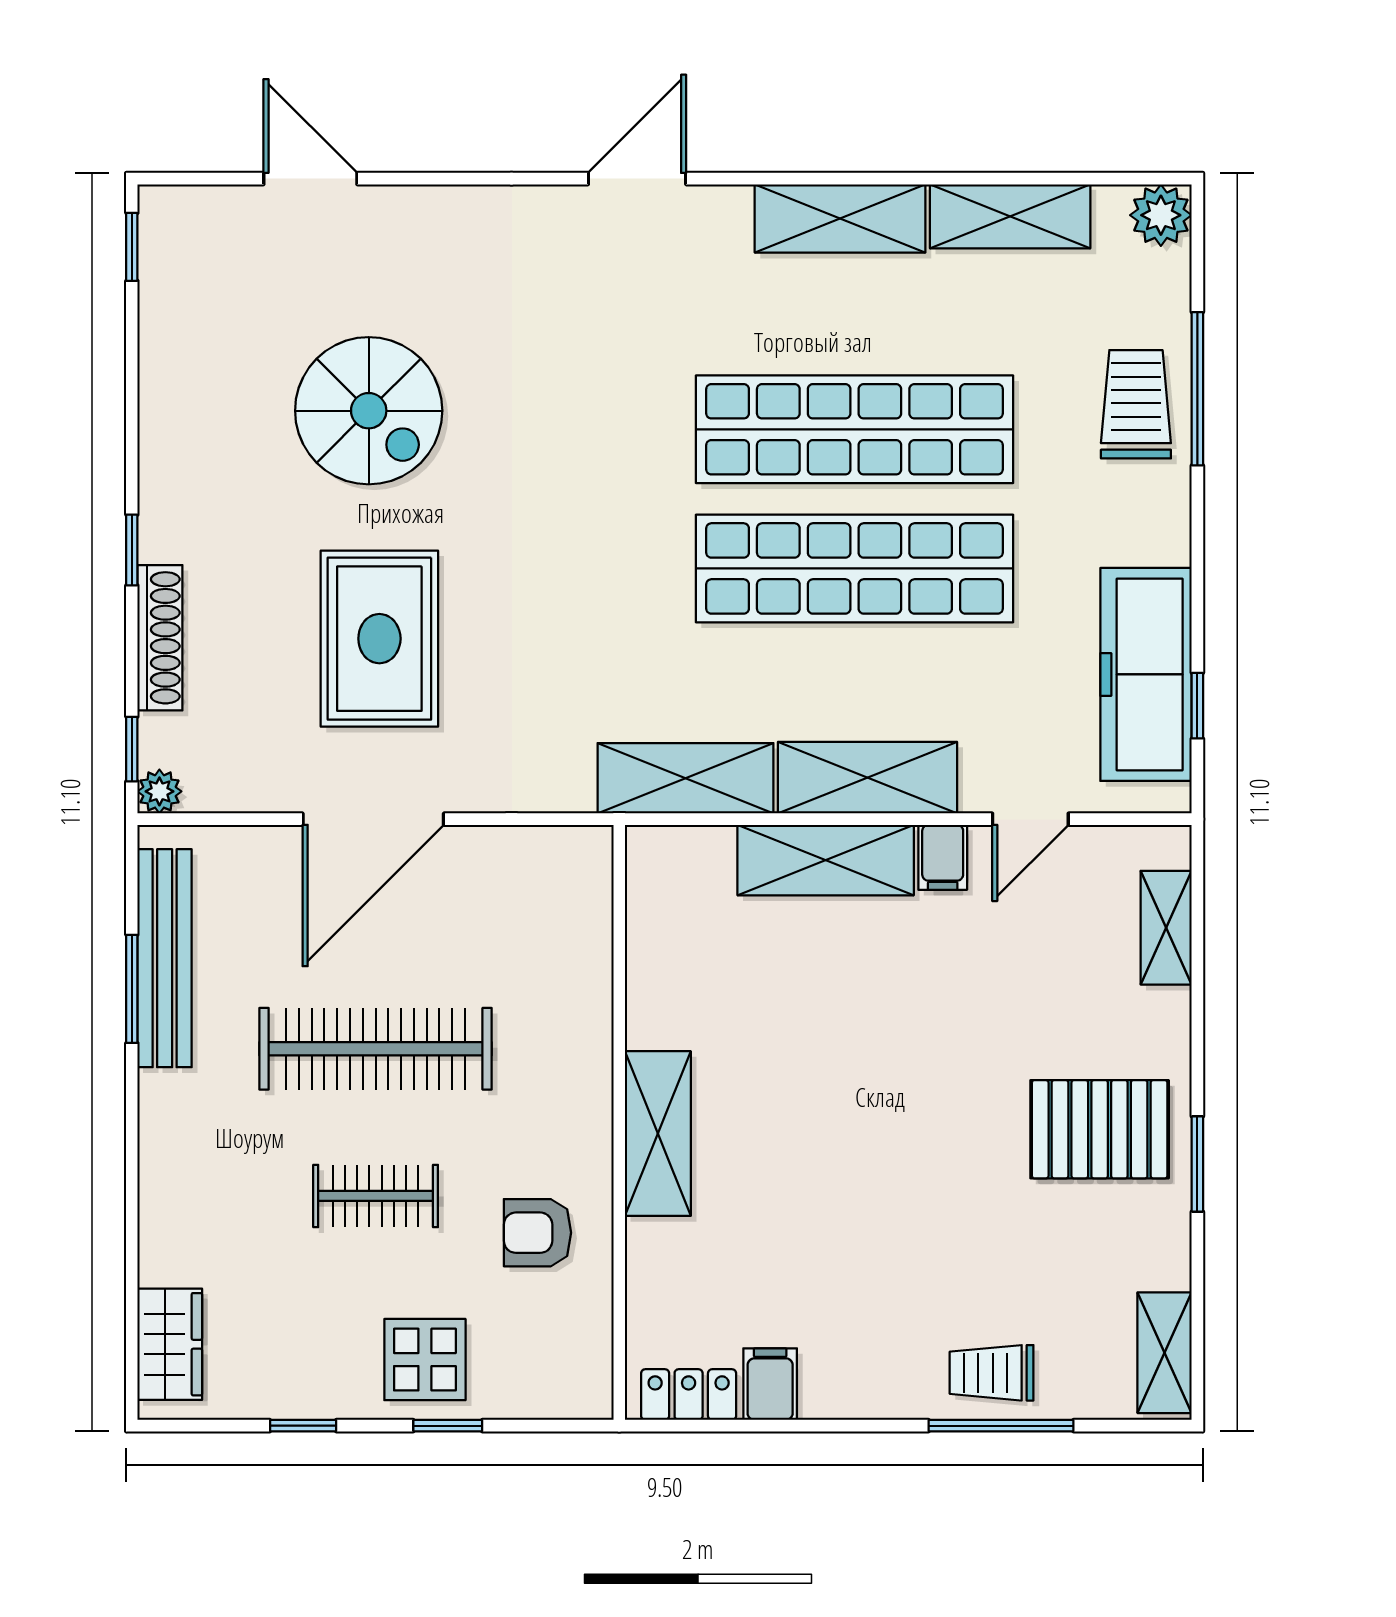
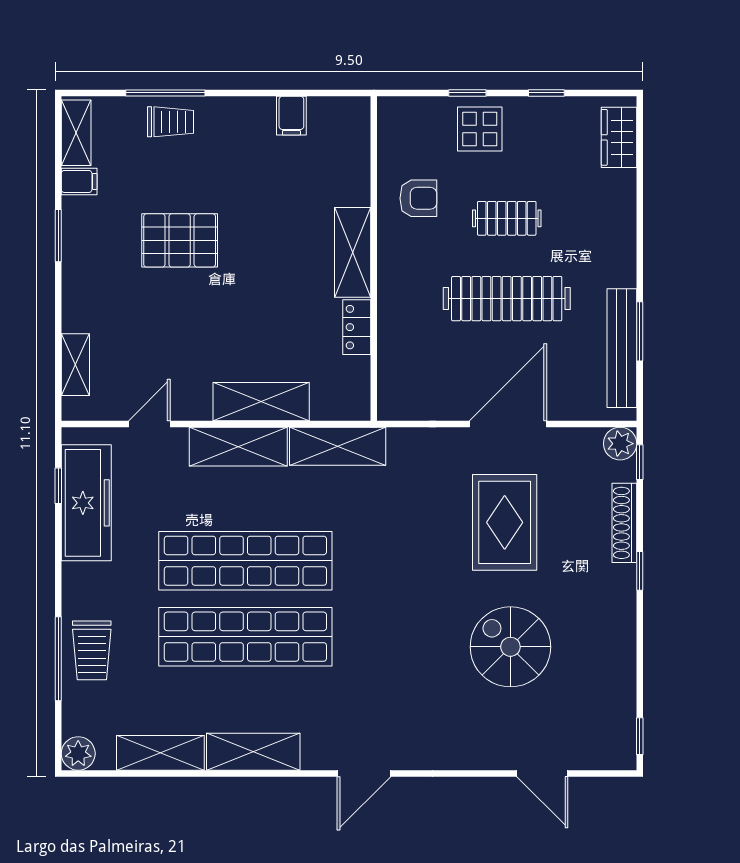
plant: (159, 791) -> (620, 444), width x1.38, depth x1.38
filing cabinet: (943, 857) -> (79, 181), moved, turned 90
pallet: (1100, 1129) -> (180, 240), moved
locker: (689, 1395) -> (357, 327), moved, turned 90

